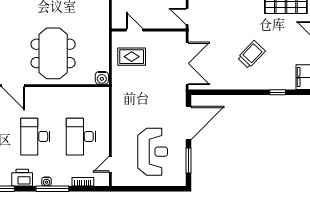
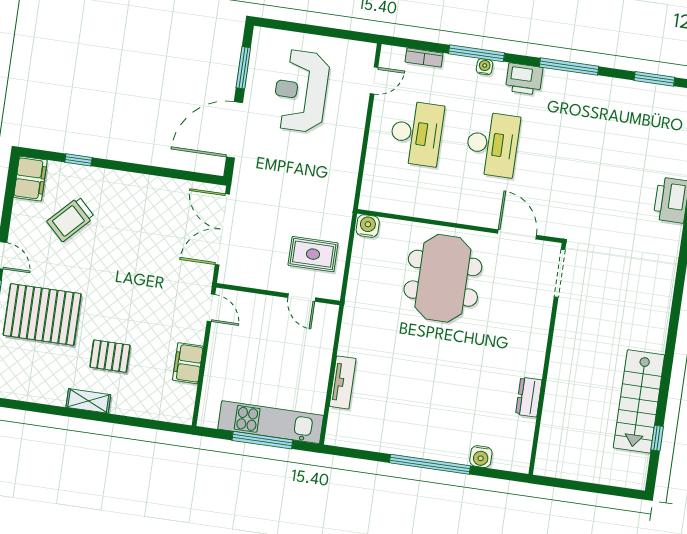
trolley: (251, 54) -> (71, 219), moved

